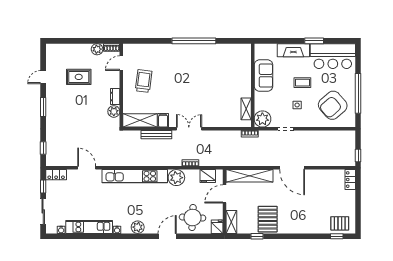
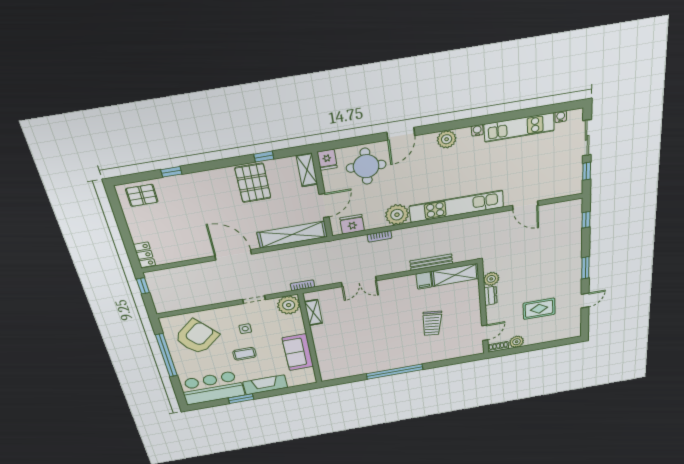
trolley: (144, 81) -> (432, 323), moved
double door: (189, 129) -> (359, 282), moved
locker: (56, 175) -> (568, 190), removed
window: (337, 236) -> (171, 172), moved

